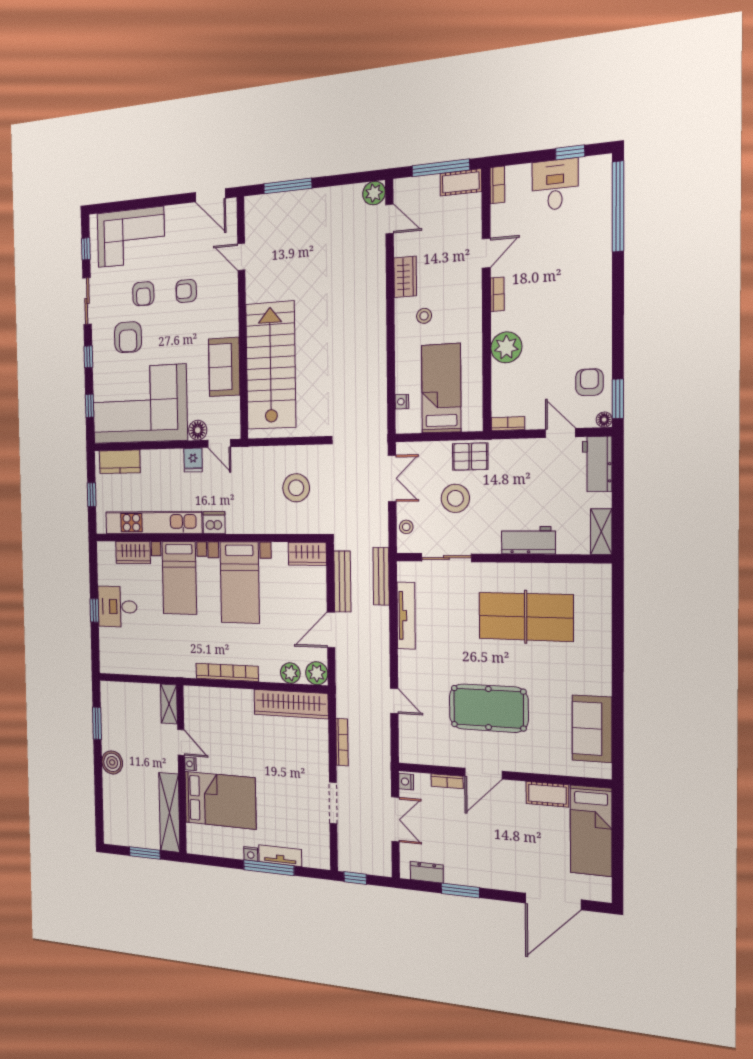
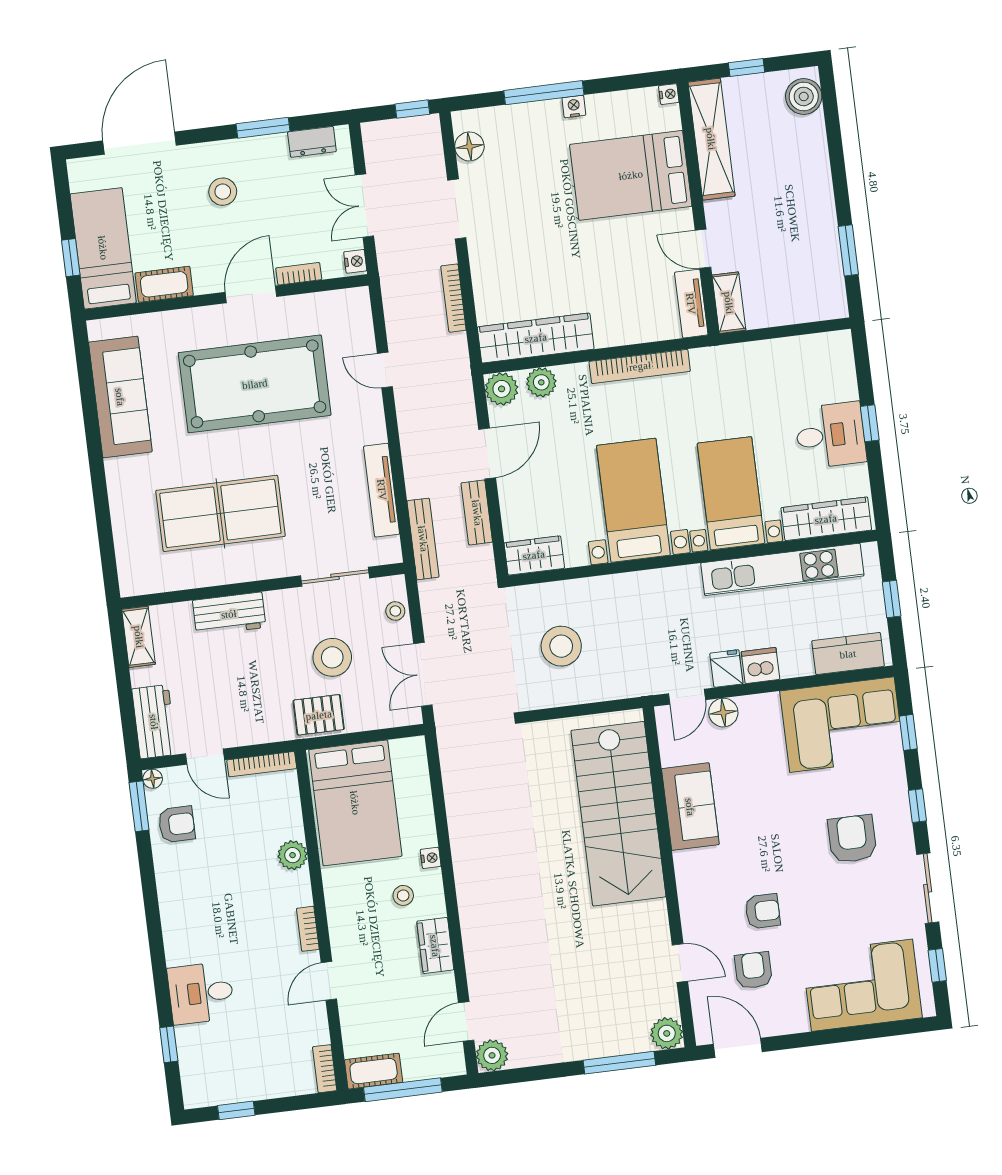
desk: (555, 185) -> (201, 993), moved, turned 90
plant: (255, 207) -> (667, 1033), added
window: (618, 207) -> (169, 1044), width x0.32
door: (390, 219) -> (466, 1021), hinge flipped
armchair: (143, 294) -> (753, 970), moved
plant: (506, 347) -> (293, 855), width x0.73, depth x0.73
armchair: (589, 382) -> (177, 824), turned -90
bed: (441, 388) -> (355, 803), width x1.50
nightstand: (402, 402) -> (431, 858), moved
corner sofa: (139, 404) -> (842, 725), width x0.73, depth x0.74
bookcase: (508, 424) -> (262, 764), width x1.56
door: (219, 443) -> (687, 697), swing flipped
dishwasher: (214, 523) -> (760, 665), moved, turned 180
wardrobe: (133, 553) -> (826, 519), width x1.50
bench: (342, 581) -> (477, 513), width x0.73
pool table: (488, 708) -> (255, 384), width x1.36, depth x1.32
sofa: (592, 729) -> (120, 397), width x1.36
boiler: (112, 762) -> (804, 96), moved
nightstand: (190, 764) -> (669, 94), moved
window: (618, 829) -> (71, 258), added
floor lamp: (320, 843) -> (469, 146), added
stool: (495, 852) -> (223, 192), added
window: (145, 853) -> (746, 67), width x0.67
tv unit: (280, 856) -> (691, 304), moved, turned 90

